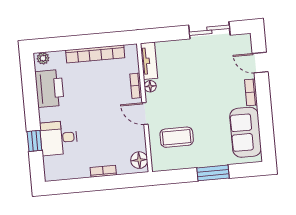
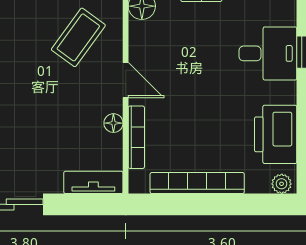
tv unit: (149, 61) -> (93, 182), moved, turned 90
bookcase: (136, 86) -> (136, 137), width x1.56
coffee table: (177, 137) -> (78, 37), turned -54

